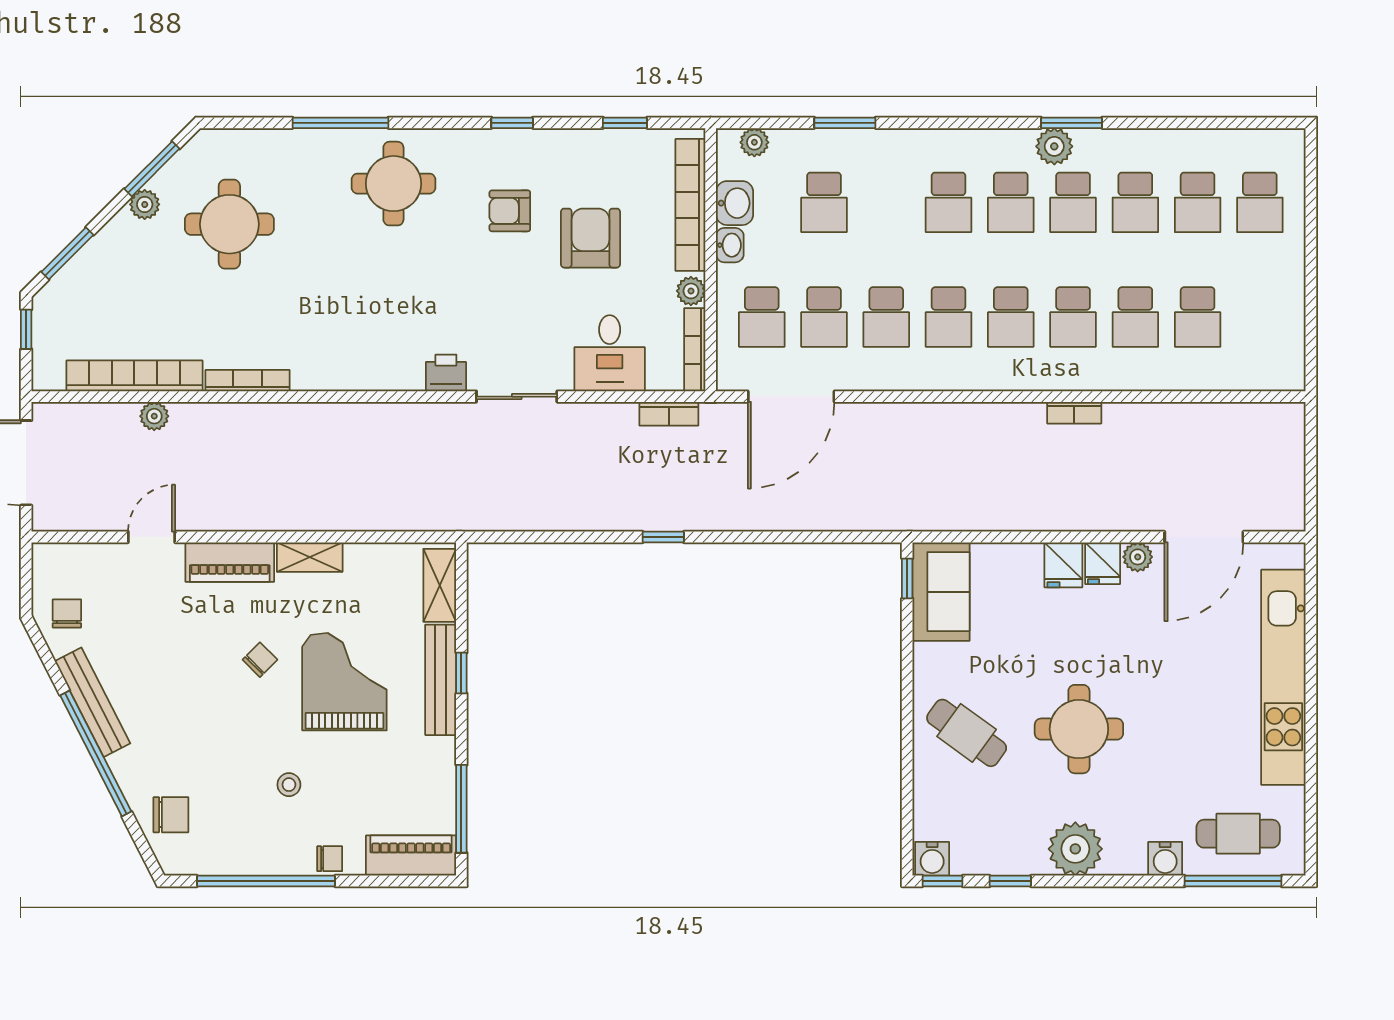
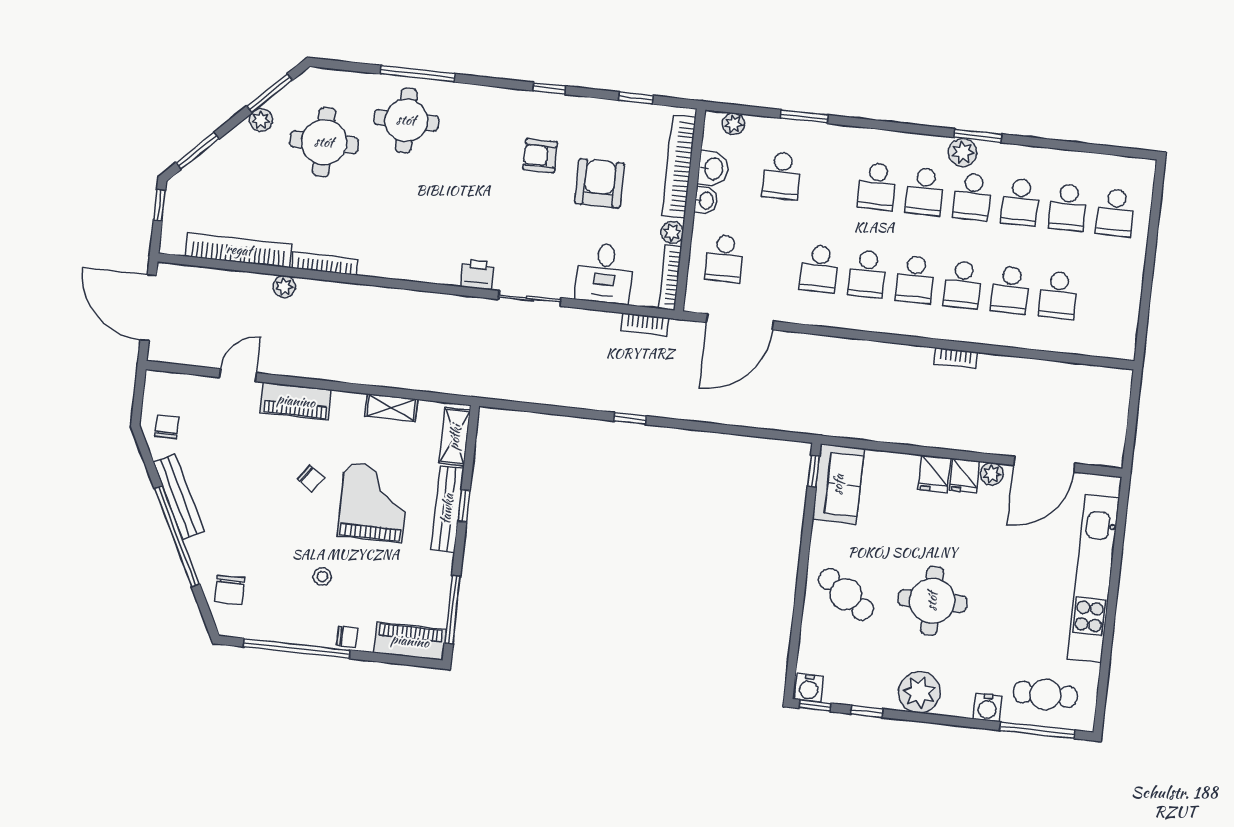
round table: (393, 184) -> (406, 120), moved
school desk: (824, 317) -> (772, 264), removed
plant: (154, 416) -> (284, 287), moved
shelving: (310, 557) -> (391, 408), moved
chair: (260, 660) -> (311, 478), turned 80
chair: (171, 815) -> (229, 590), turned 90

